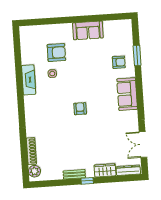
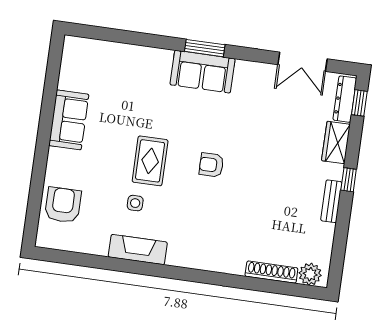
armchair: (56, 53) -> (63, 205), moved
window: (137, 55) -> (205, 48), moved
armchair: (119, 62) -> (140, 75), removed
rug: (76, 77) -> (150, 161), added
window: (128, 178) -> (359, 103), added

